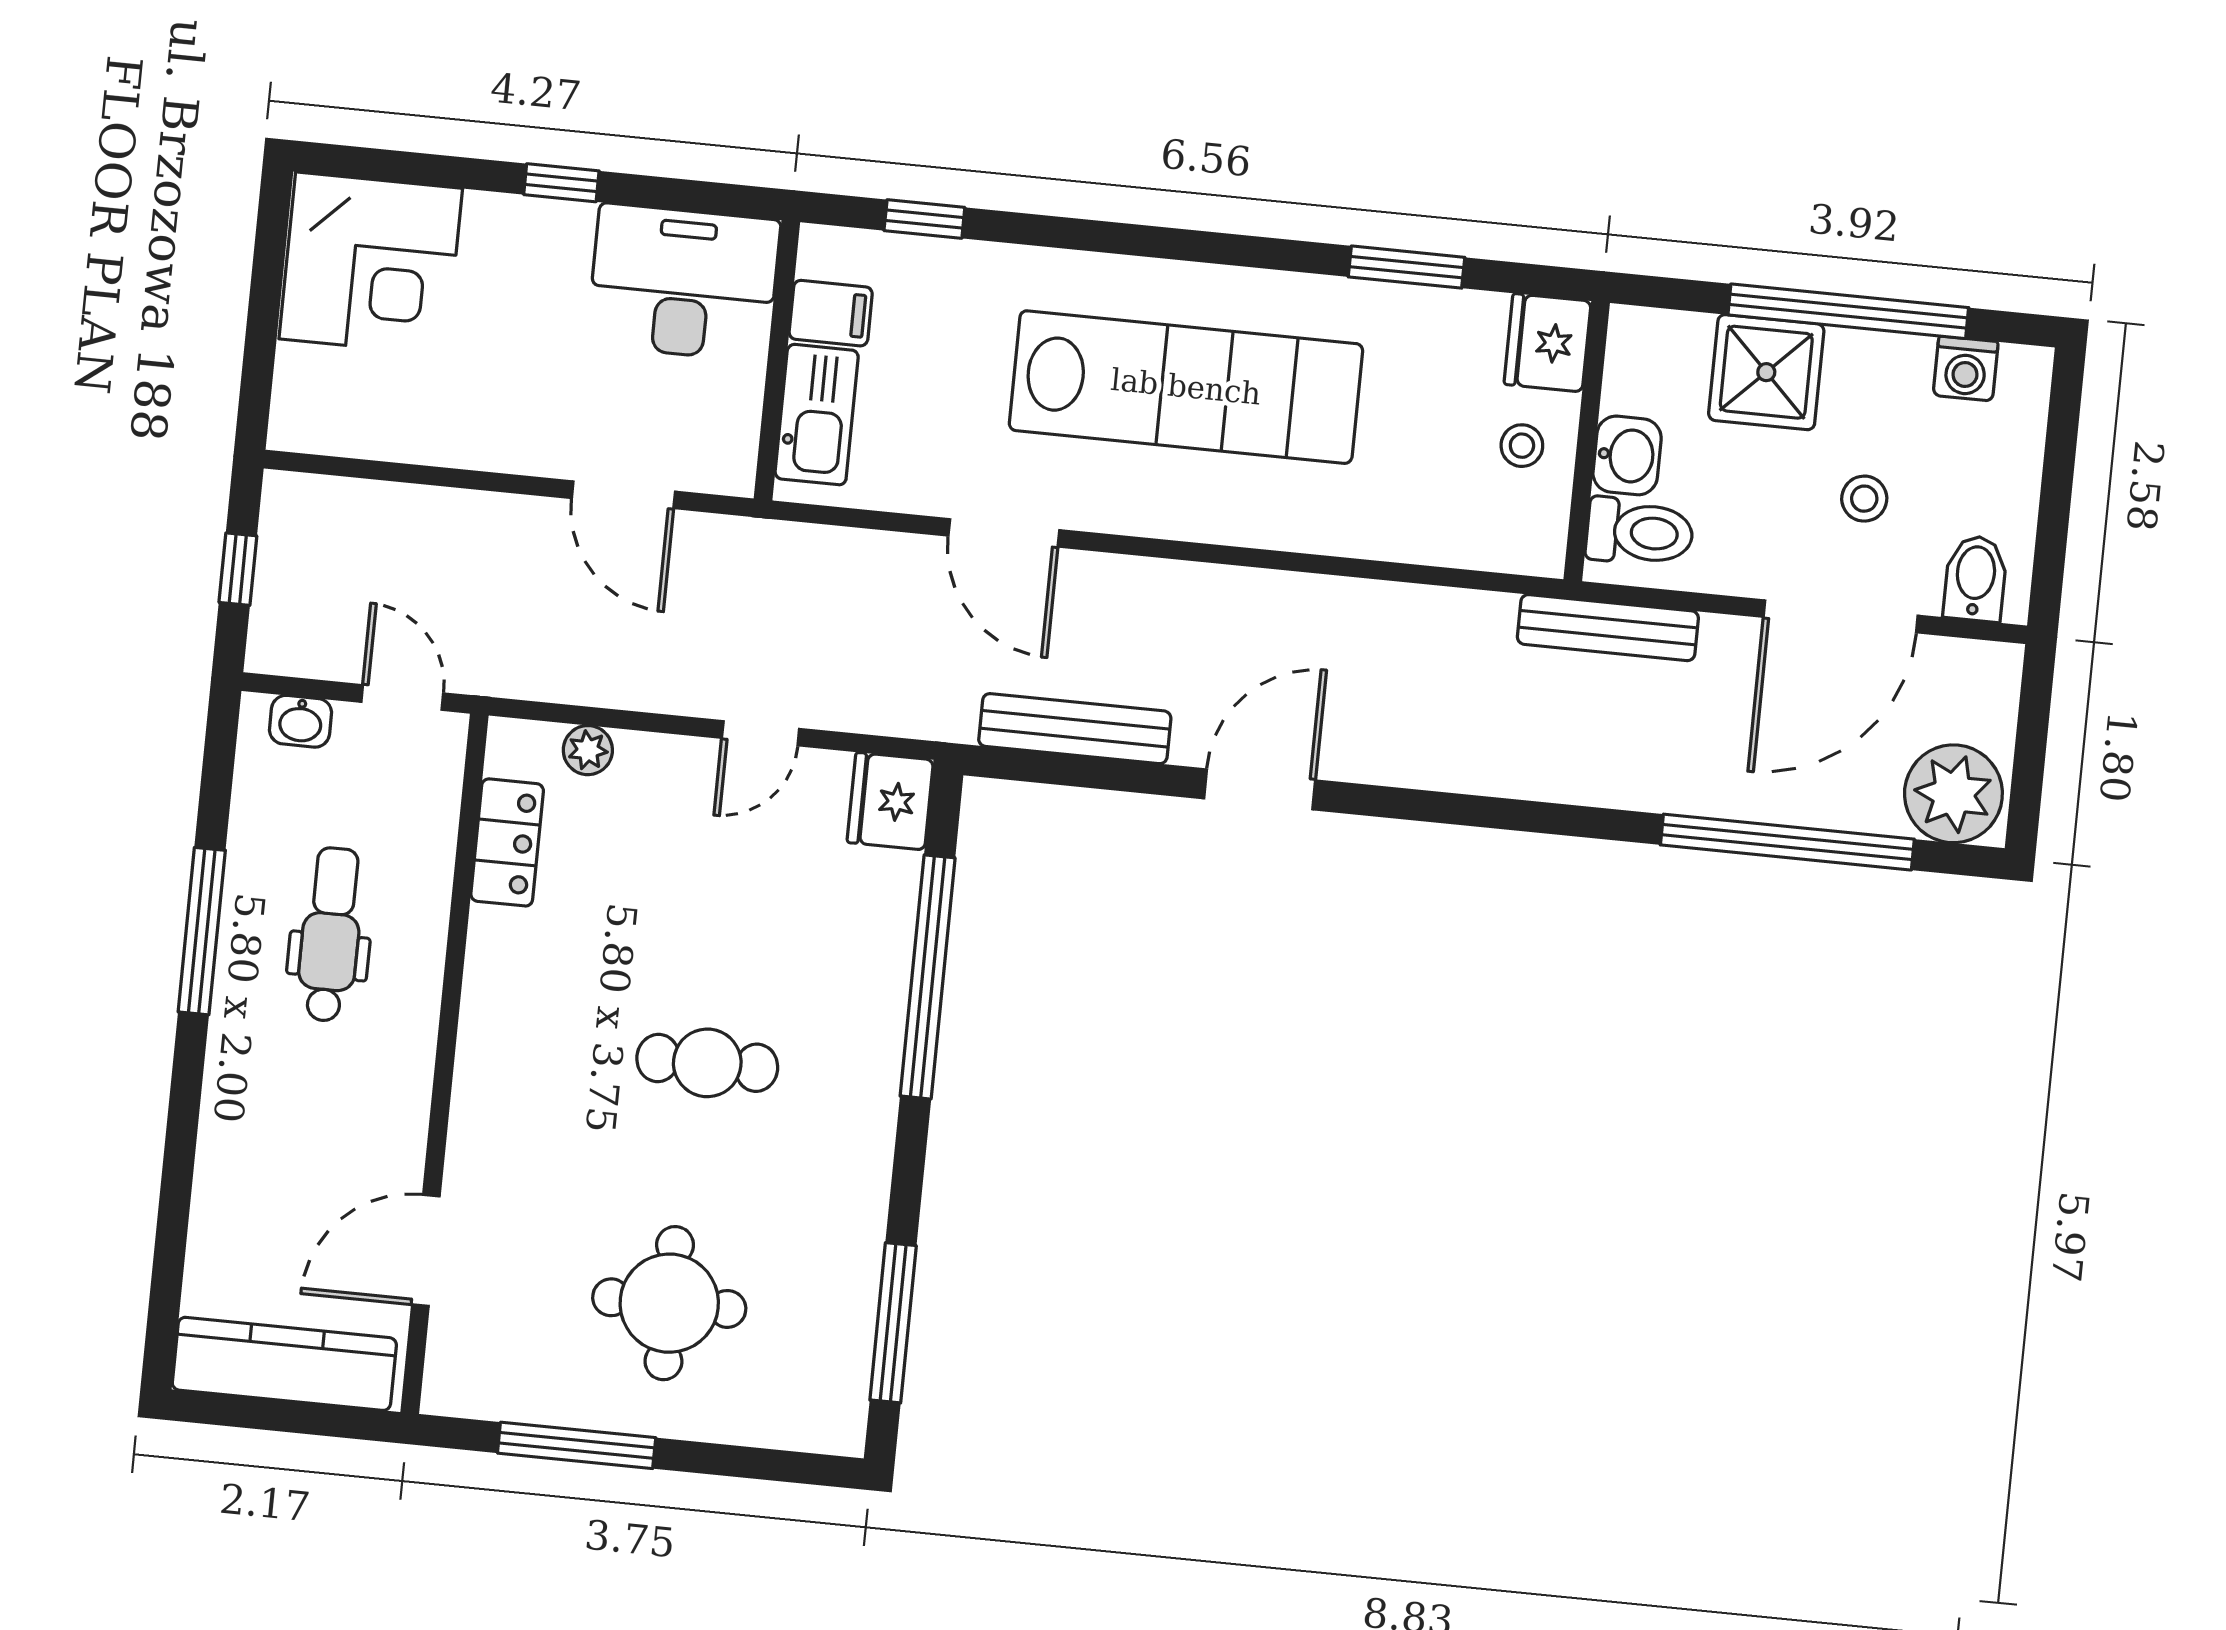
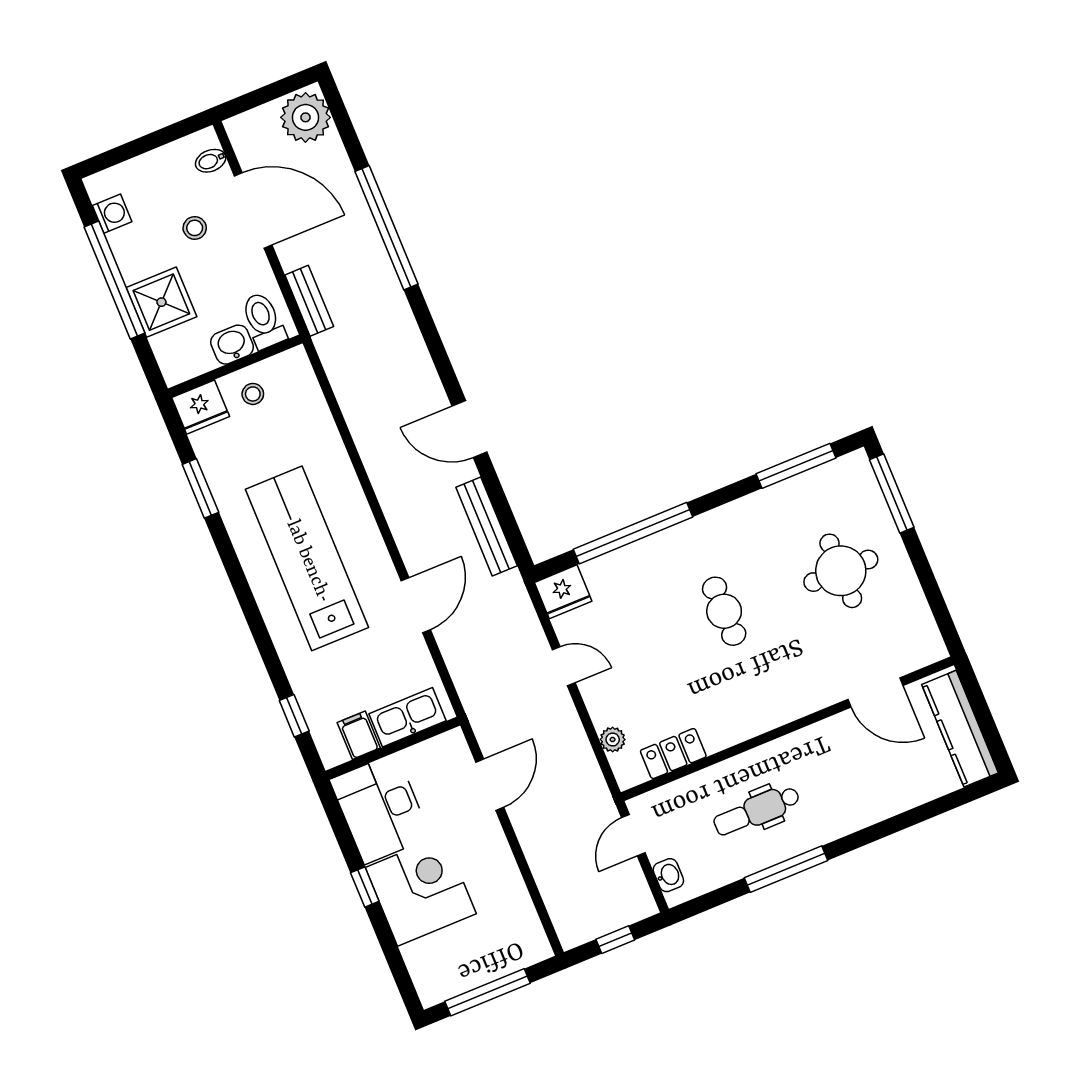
corner desk: (371, 264) -> (421, 891), moved
window: (265, 298) -> (487, 992), added
bidet: (1975, 578) -> (211, 161), width x0.72, depth x0.74
bench: (1608, 628) -> (309, 301), width x0.73
window: (1787, 842) -> (386, 228), moved
window: (577, 1445) -> (892, 493), moved

